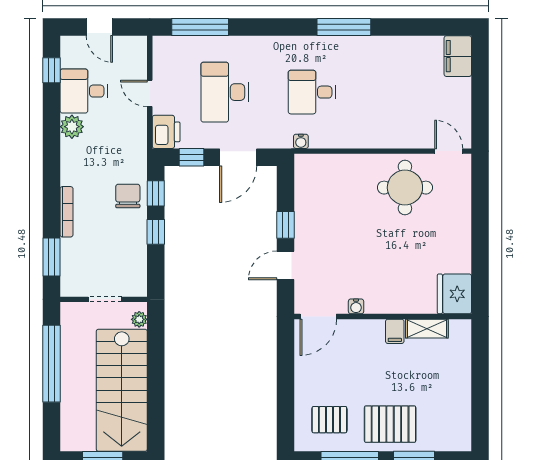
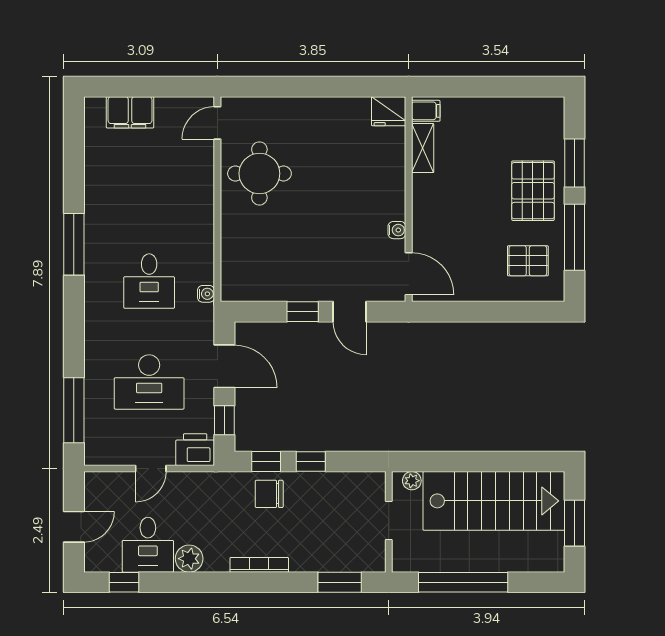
filing cabinet: (458, 56) -> (130, 112), moved
bookcase: (67, 212) -> (259, 565), moved
fridge: (454, 294) -> (389, 111), width x0.73, depth x0.75
filing cabinet: (395, 331) -> (426, 111), moved
pallet: (329, 420) -> (528, 261), turned 90

